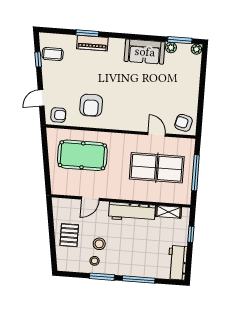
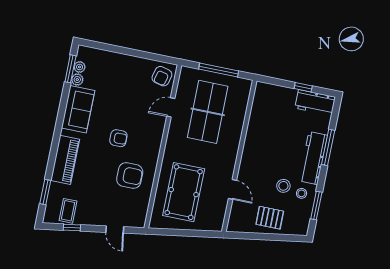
window: (87, 33) -> (45, 192), moved
piano: (92, 43) -> (65, 160), width x1.37, depth x1.33
plant: (196, 49) -> (80, 67), moved
armchair: (58, 115) -> (118, 138), moved, turned 90
workbench: (132, 212) -> (313, 158), moved, turned 180
shelving: (168, 212) -> (258, 105), removed
window: (191, 234) -> (303, 87), moved
window: (102, 277) -> (316, 205), moved

